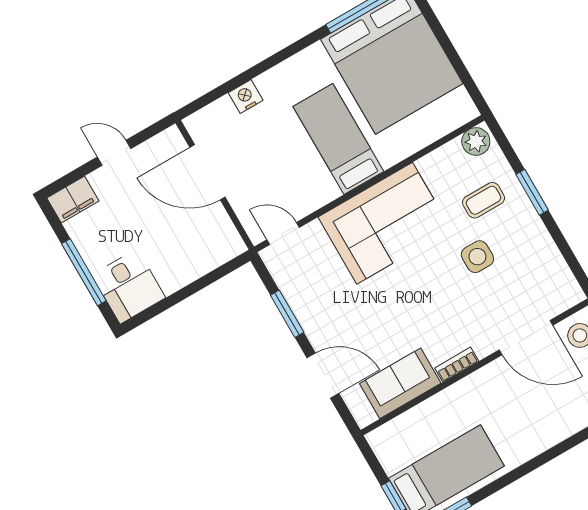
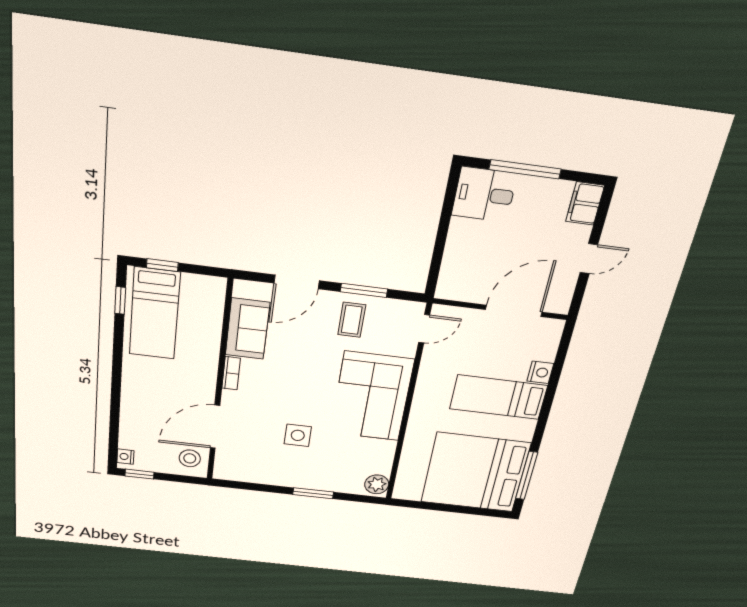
bed: (338, 139) -> (498, 397), moved, turned 180
coffee table: (484, 200) -> (352, 320), moved

